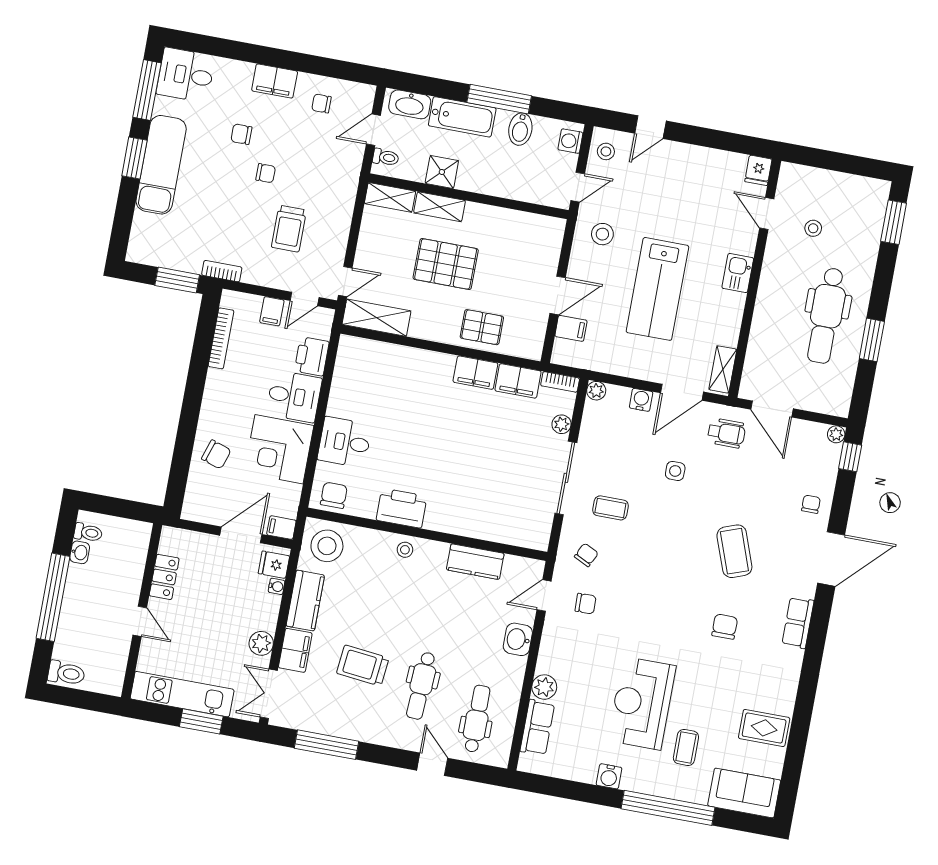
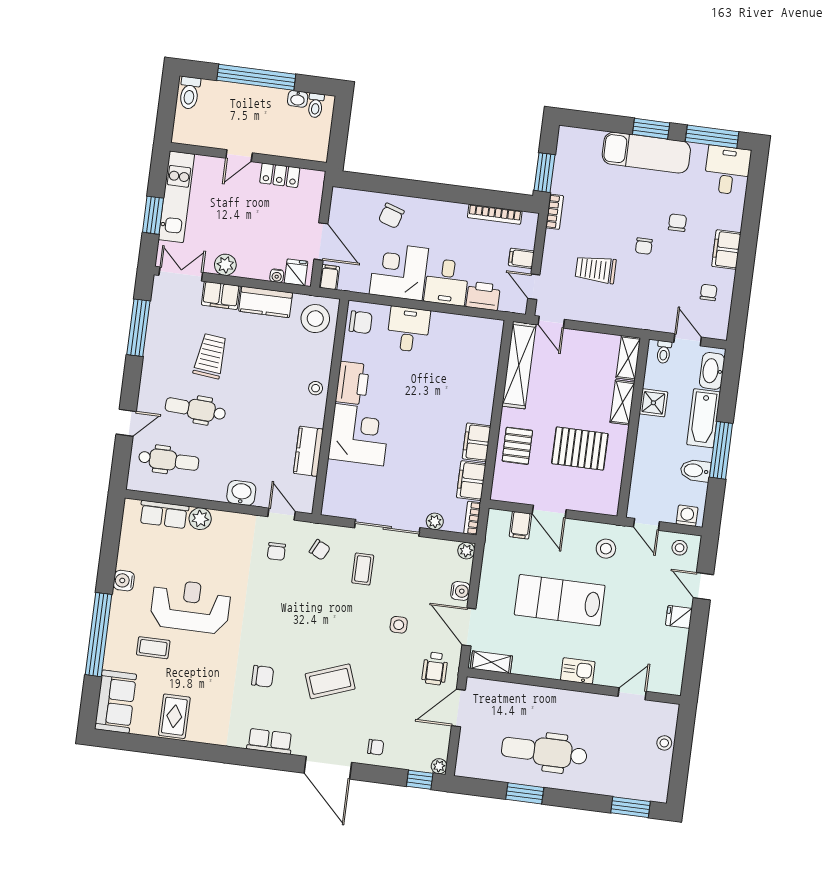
fridge: (758, 170) -> (679, 617), moved
stool: (813, 228) -> (664, 743), moved
pallet: (446, 264) -> (580, 449), moved, turned 90
shelving: (376, 318) -> (519, 365), width x1.47
corner desk: (460, 504) -> (359, 435), added

